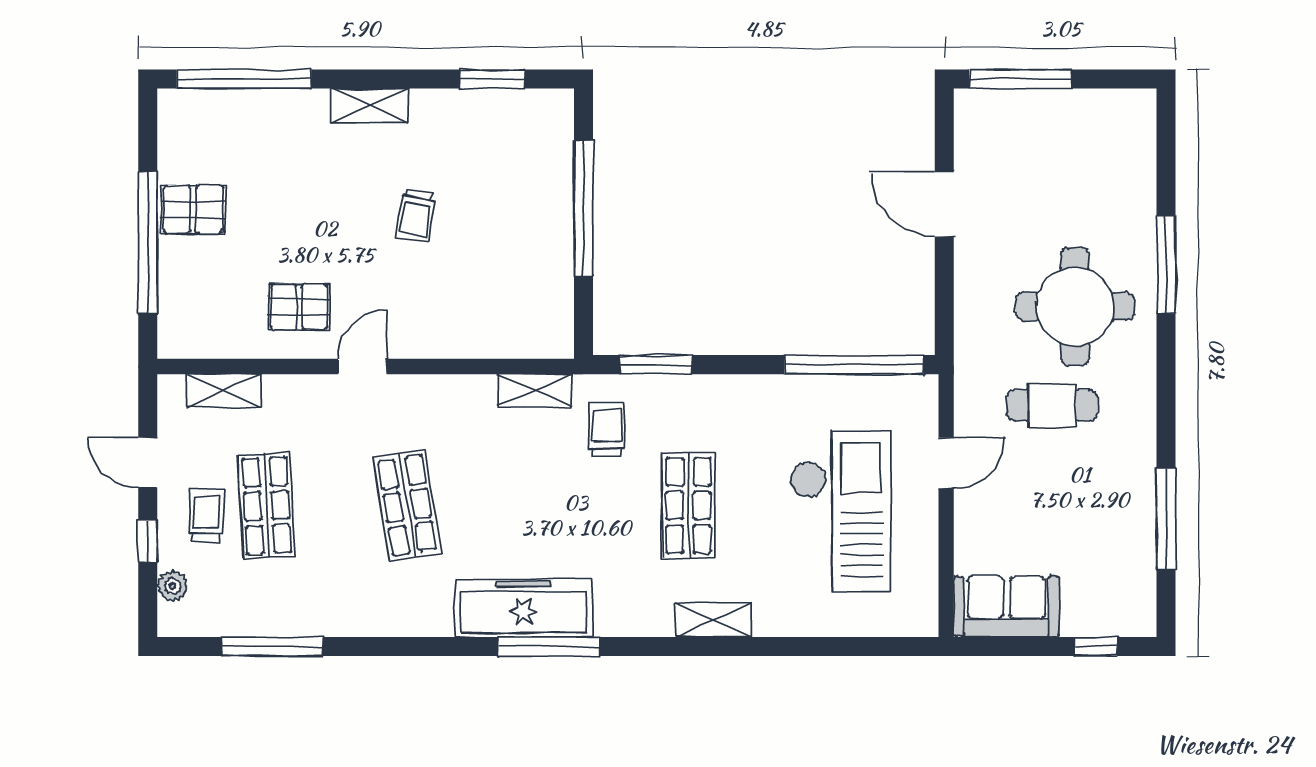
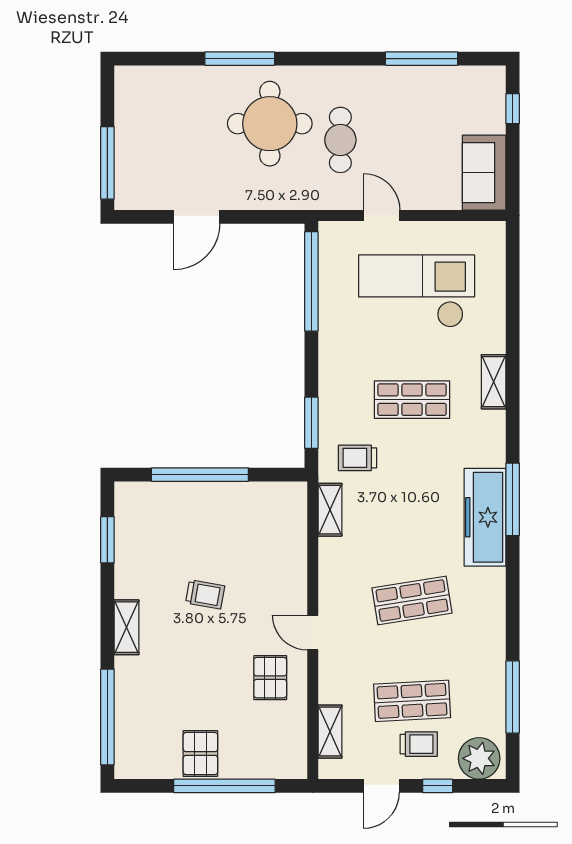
trolley: (206, 515) -> (419, 744), turned 180
plant: (173, 586) -> (479, 758), width x1.88, depth x1.88

